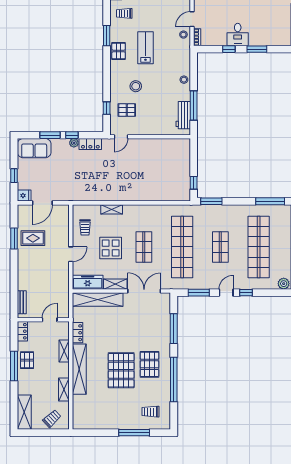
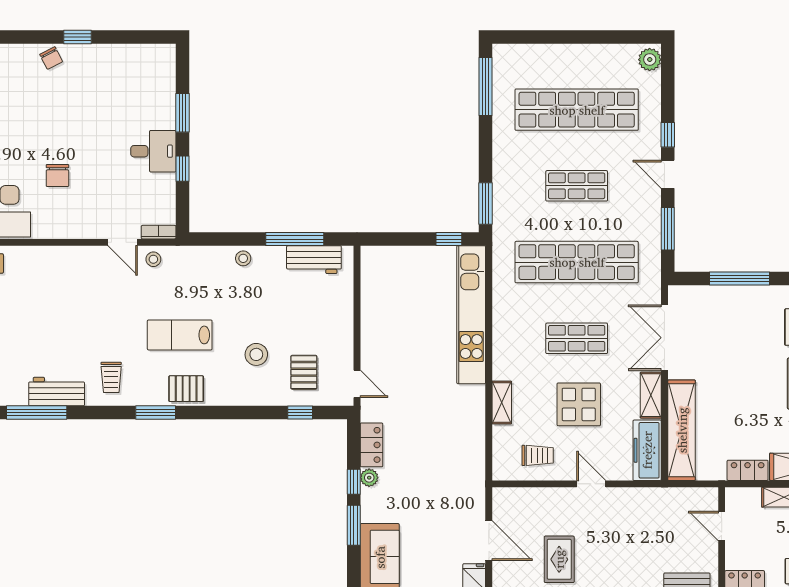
kitchen unit: (156, 194) -> (471, 315), added

